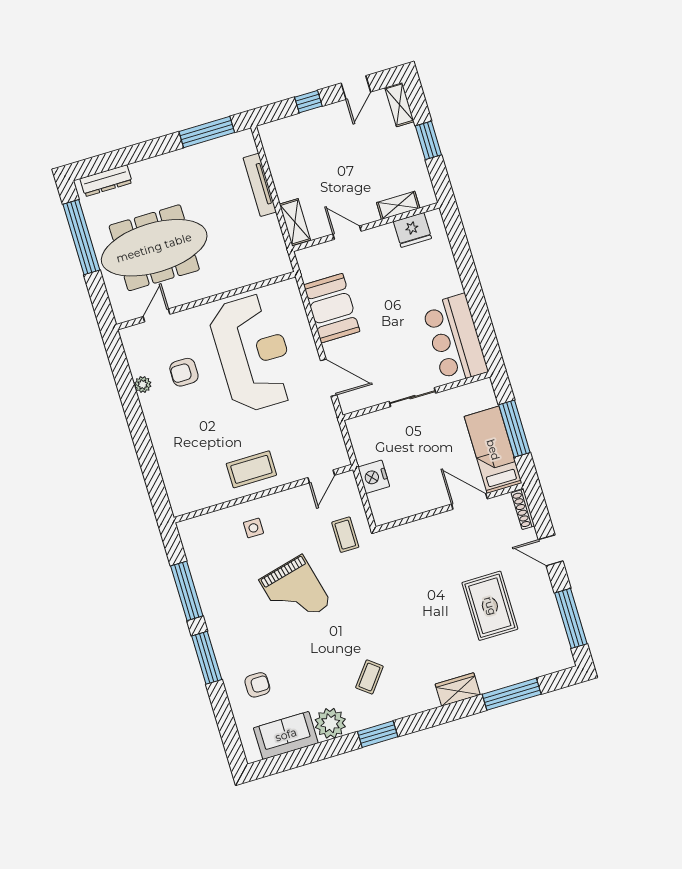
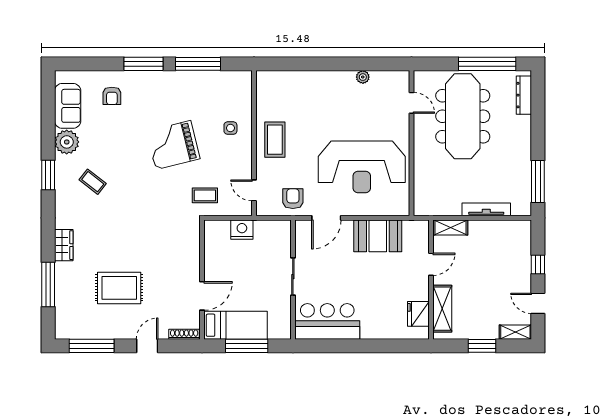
shelving: (398, 205) -> (442, 309), width x1.50, depth x1.33
armchair: (184, 372) -> (293, 199), moved

